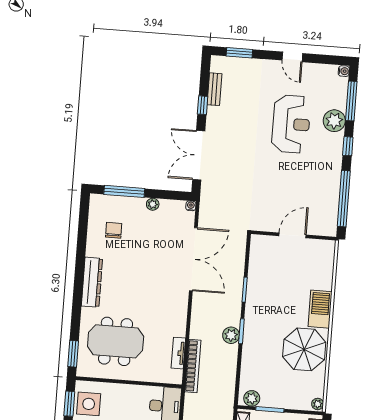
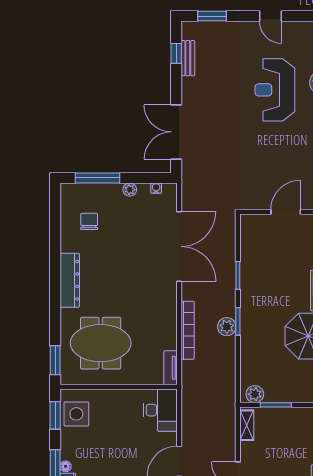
window: (203, 105) -> (176, 53), moved
reception desk: (291, 124) -> (275, 90), turned 180
water cooler: (191, 206) -> (156, 188), moved
tv unit: (178, 353) -> (171, 368), moved
bookcase: (193, 366) -> (188, 330), moved

